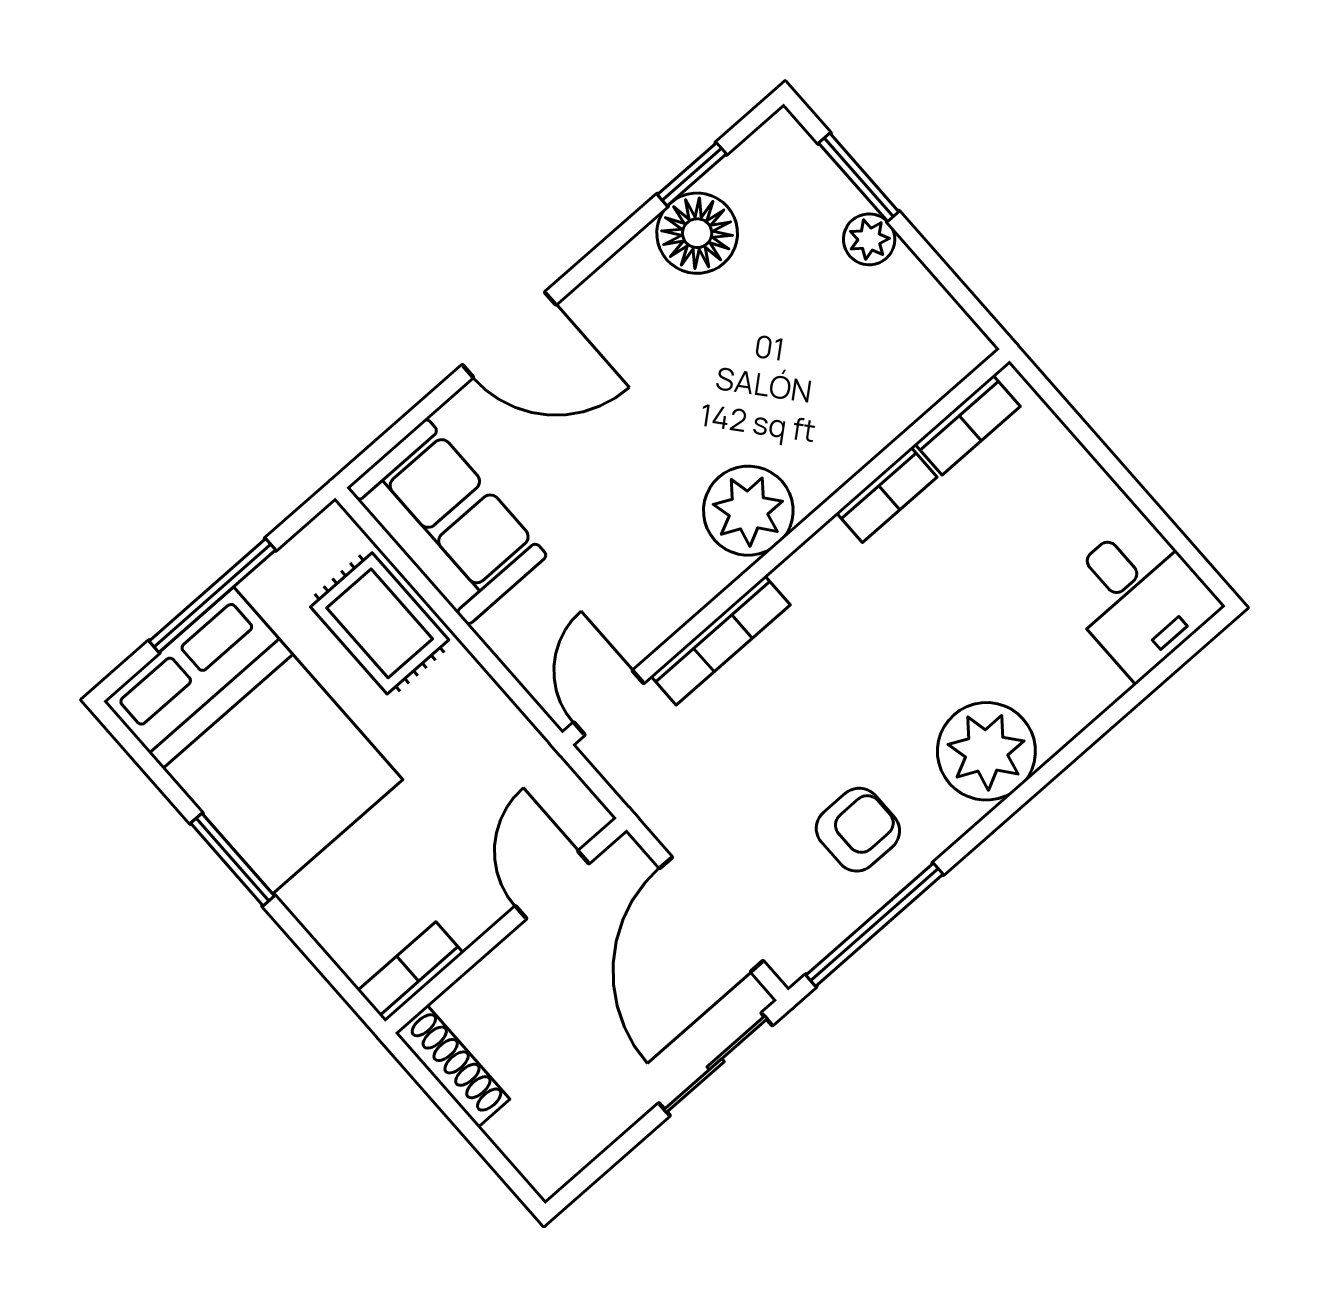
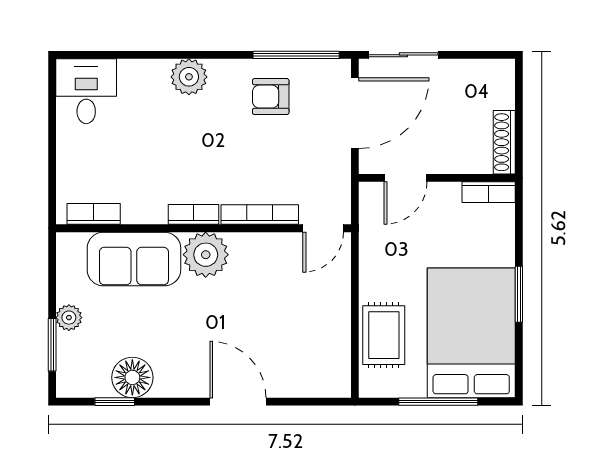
bookcase: (887, 495) -> (194, 214), moved
sofa: (447, 522) -> (134, 259), moved, turned -90
plant: (986, 751) -> (189, 77), width x0.73, depth x0.73

